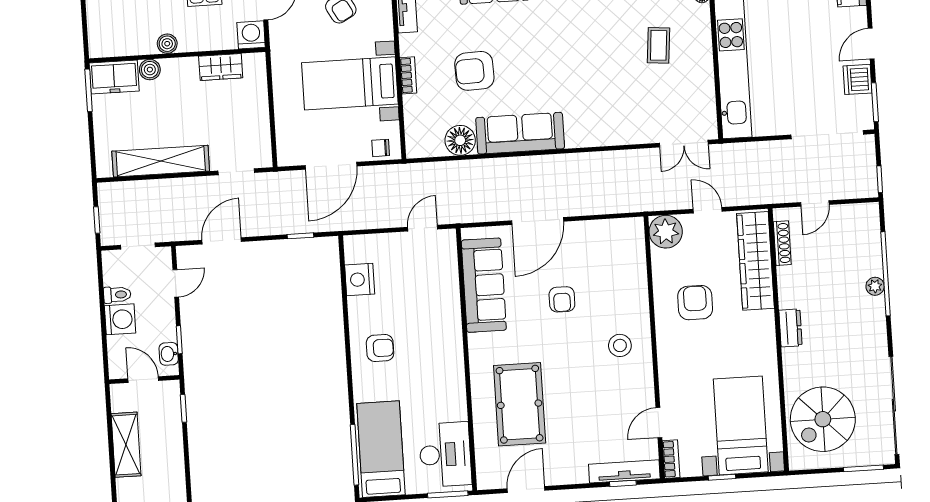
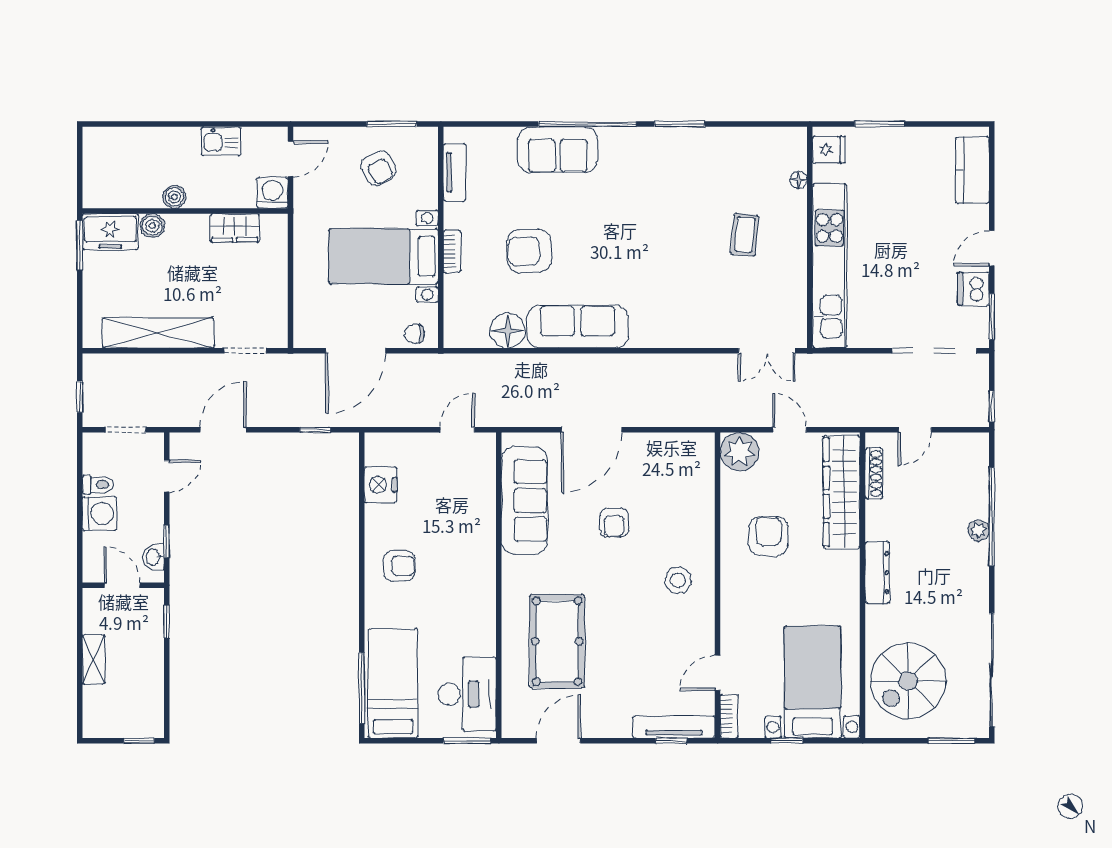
dresser: (791, 328) -> (877, 572), width x1.44
shelving: (126, 445) -> (94, 660), width x0.67, depth x0.75

